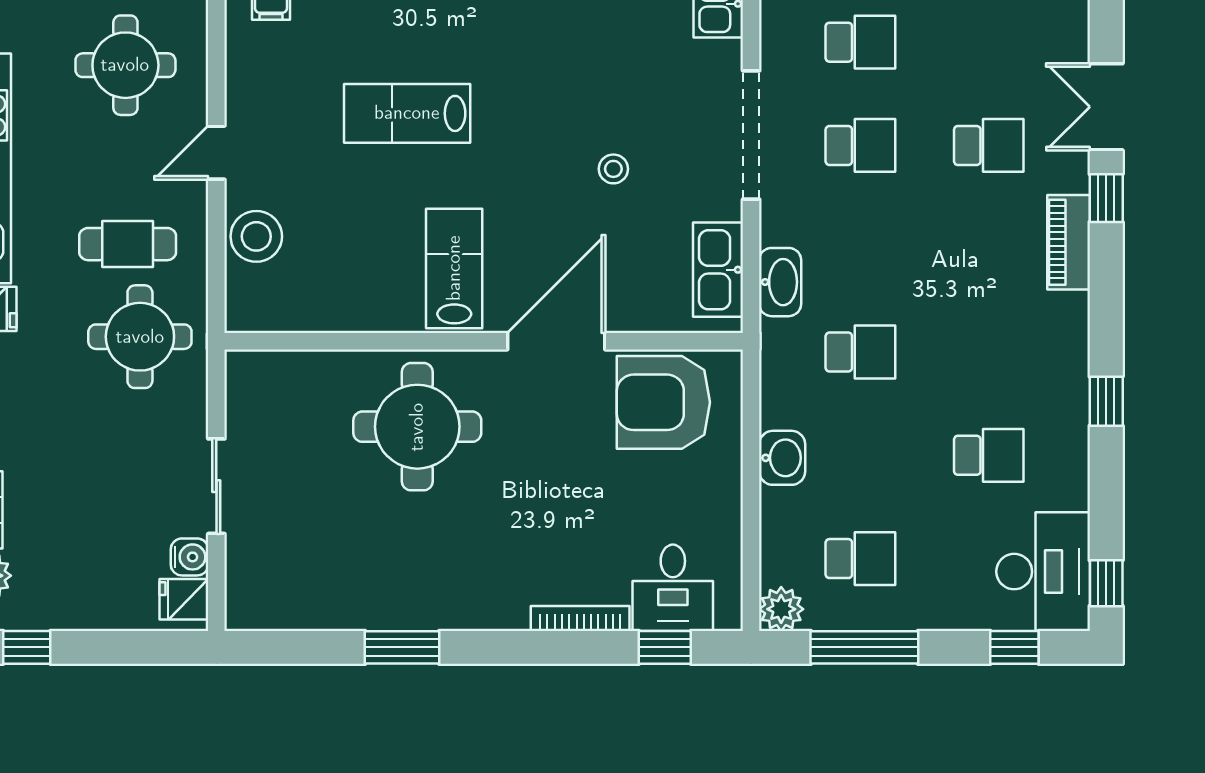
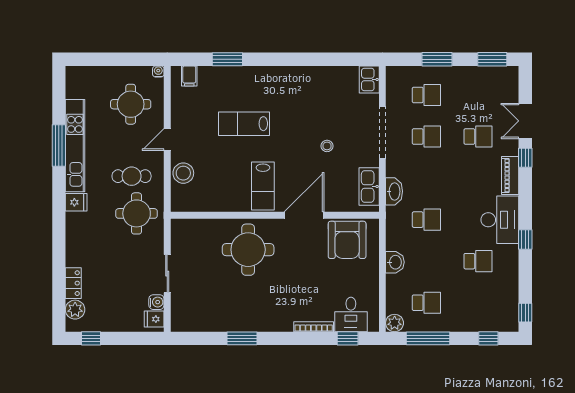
lab bench: (454, 268) -> (263, 186), turned 180
armchair: (663, 402) -> (347, 240), turned -90
desk: (1043, 572) -> (500, 220), moved

